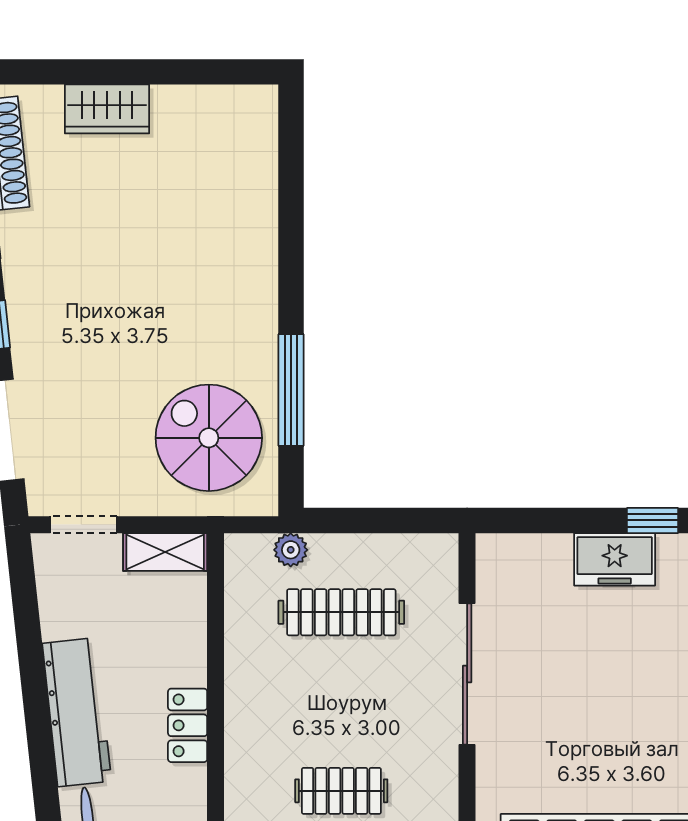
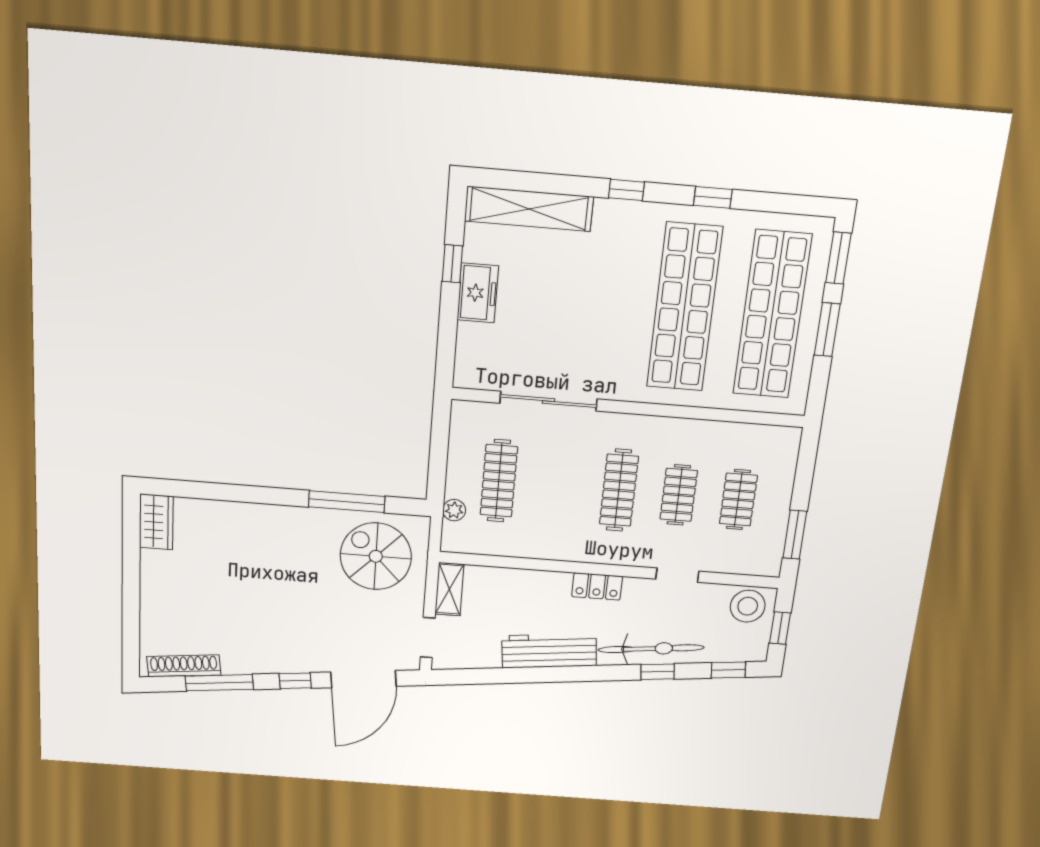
wardrobe: (107, 109) -> (156, 522), moved
spiral stairs: (209, 438) -> (376, 556), turned 90
locker: (188, 725) -> (597, 586), moved
clothes rail: (341, 791) -> (619, 490), width x1.36

